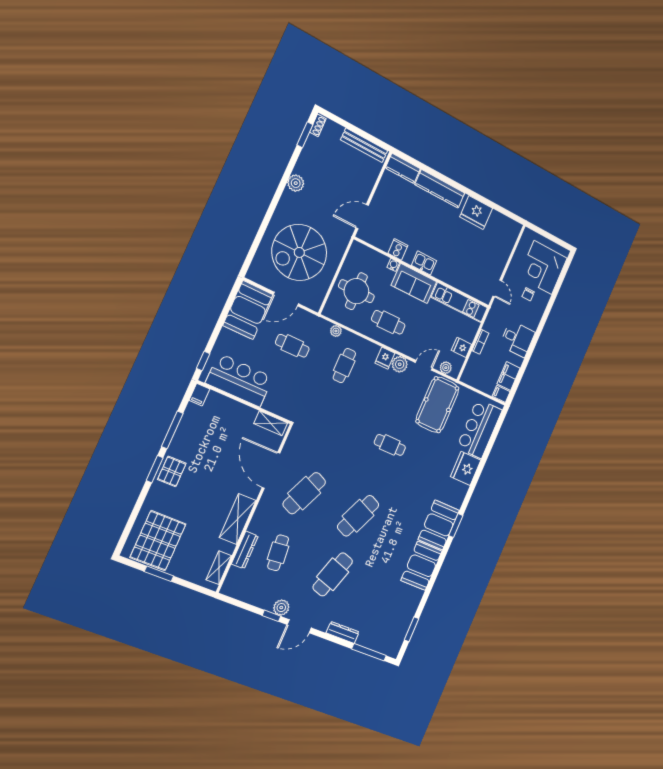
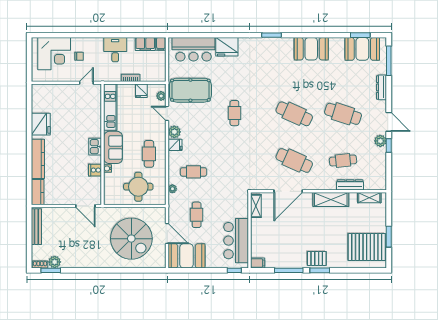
plant: (296, 183) -> (55, 262), moved
booth: (439, 525) -> (362, 49), moved

